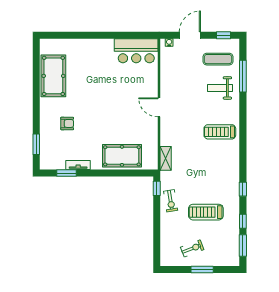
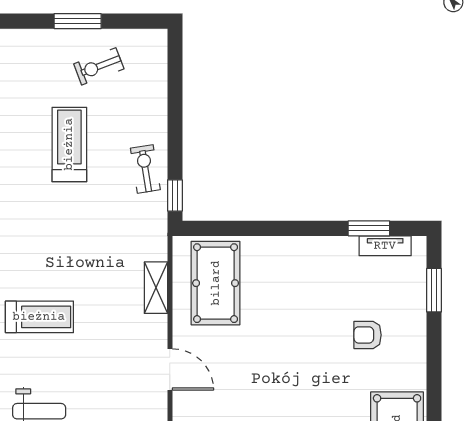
pool table: (122, 156) -> (216, 283), moved, turned 90
shelving: (166, 158) -> (156, 288), moved
tv unit: (78, 165) -> (385, 246), moved
treadmill: (206, 212) -> (69, 144), turned -90

